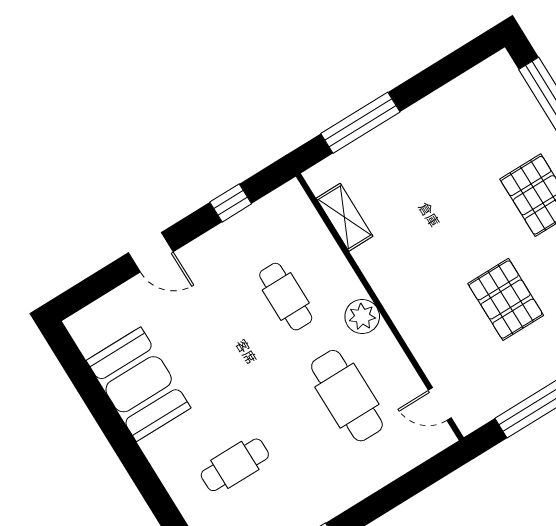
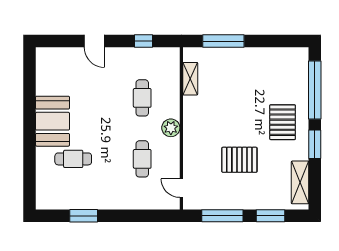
pallet: (506, 299) -> (239, 160), turned 90
booth: (139, 384) -> (52, 121), moved
cafe table: (347, 396) -> (142, 159), width x0.73, depth x0.74

